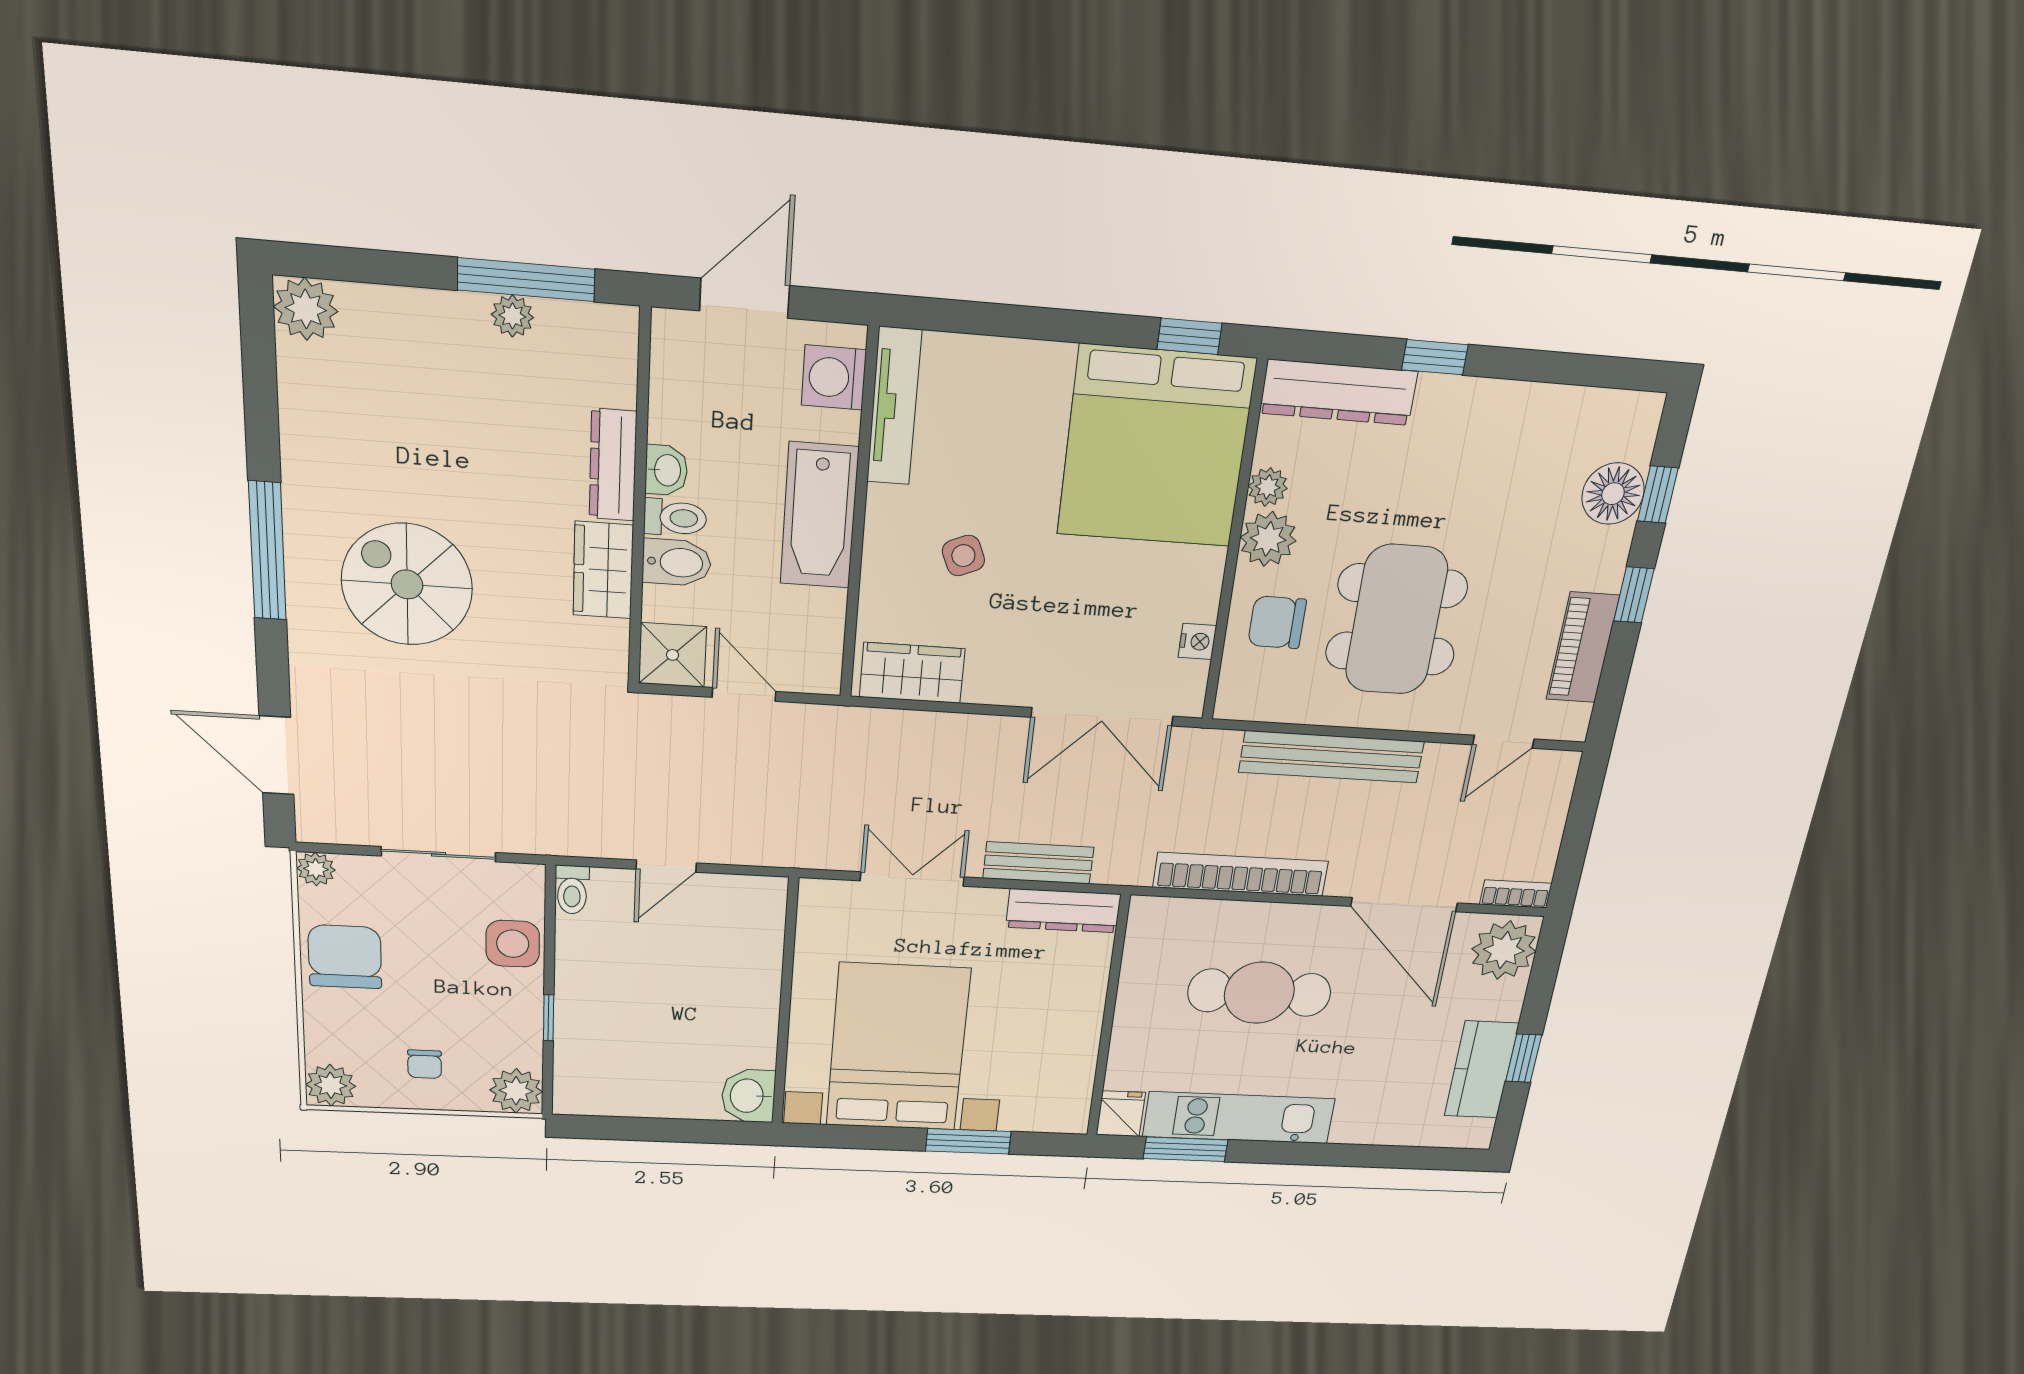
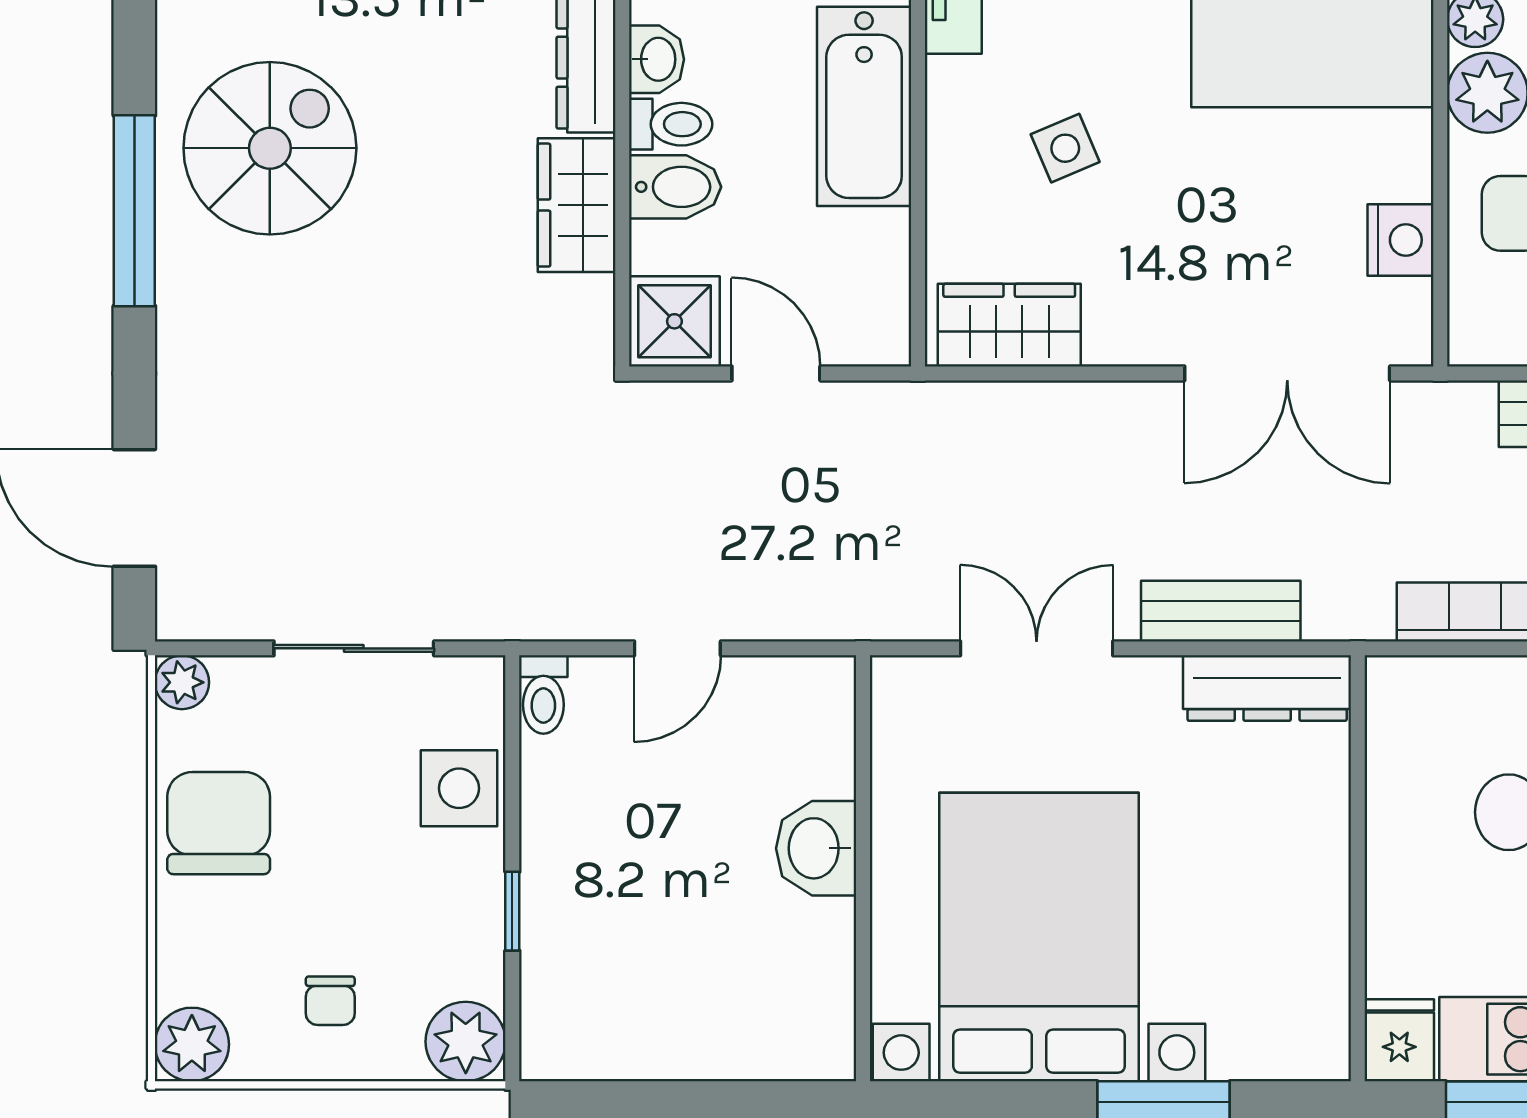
spiral stairs: (407, 584) -> (270, 148), moved, turned 90
nightstand: (1197, 641) -> (1401, 240), width x1.39, depth x1.35
washbasin: (748, 1096) -> (816, 848), moved

